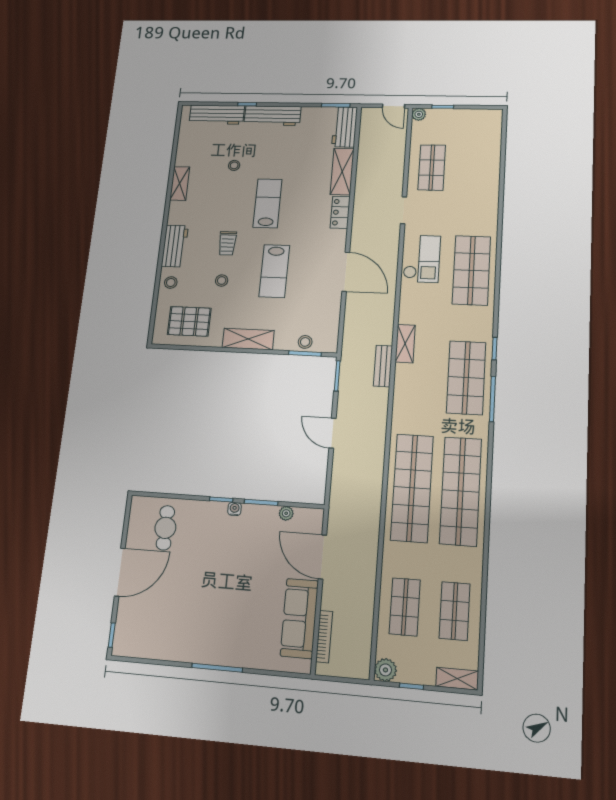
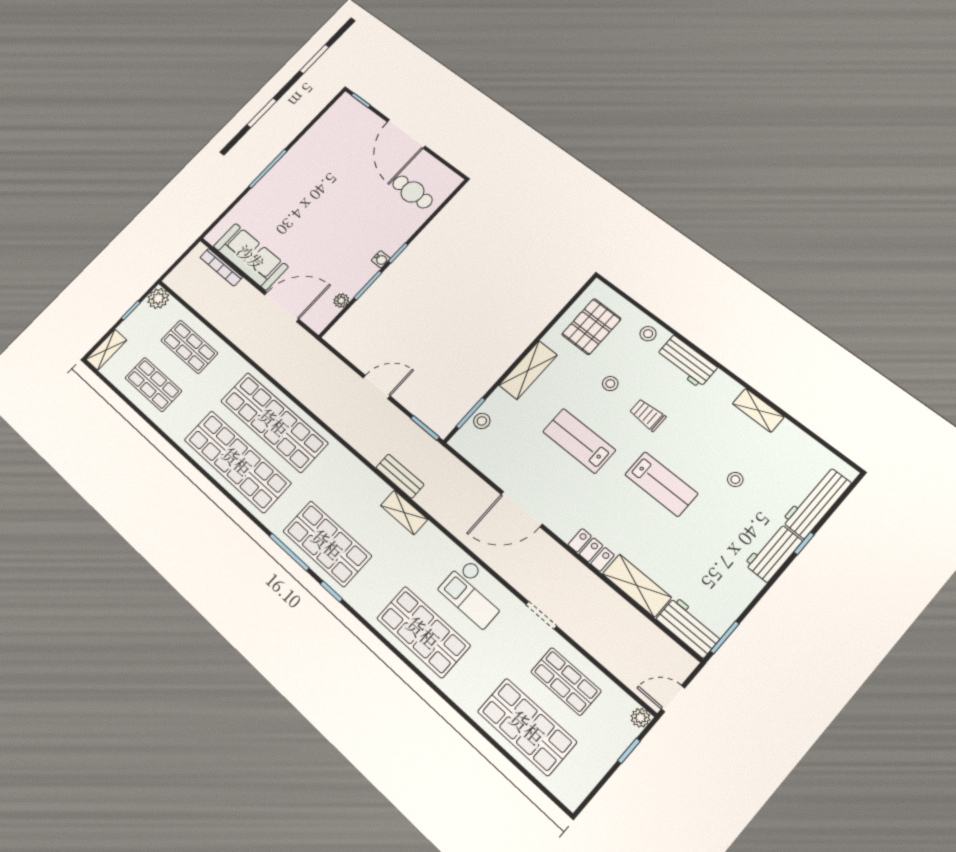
workbench: (272, 116) -> (773, 553), width x0.73
shop shelf: (477, 168) -> (527, 727), added

